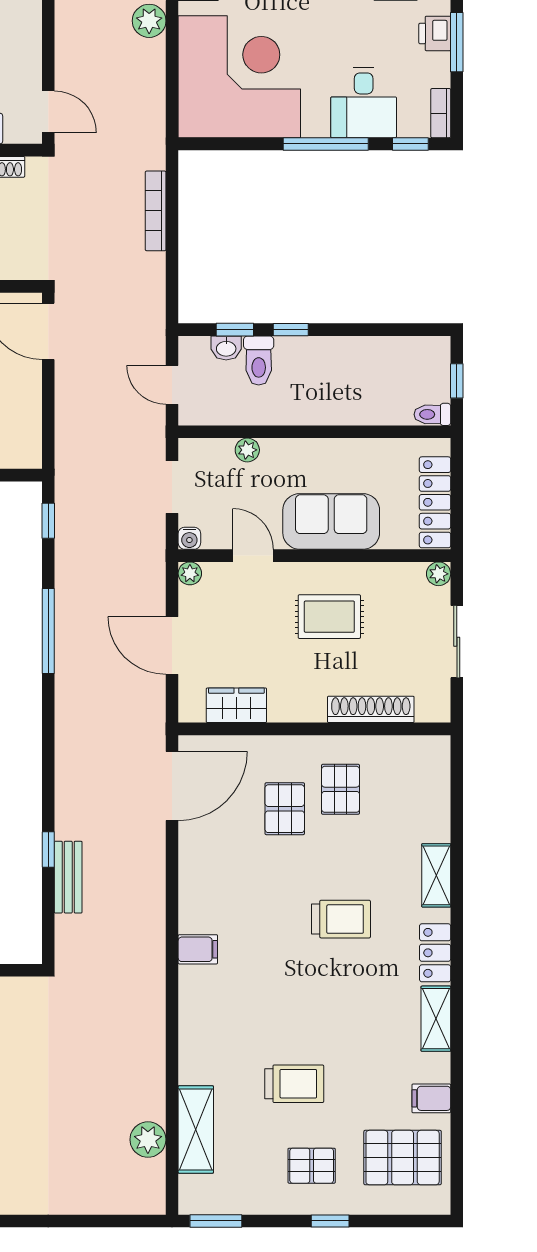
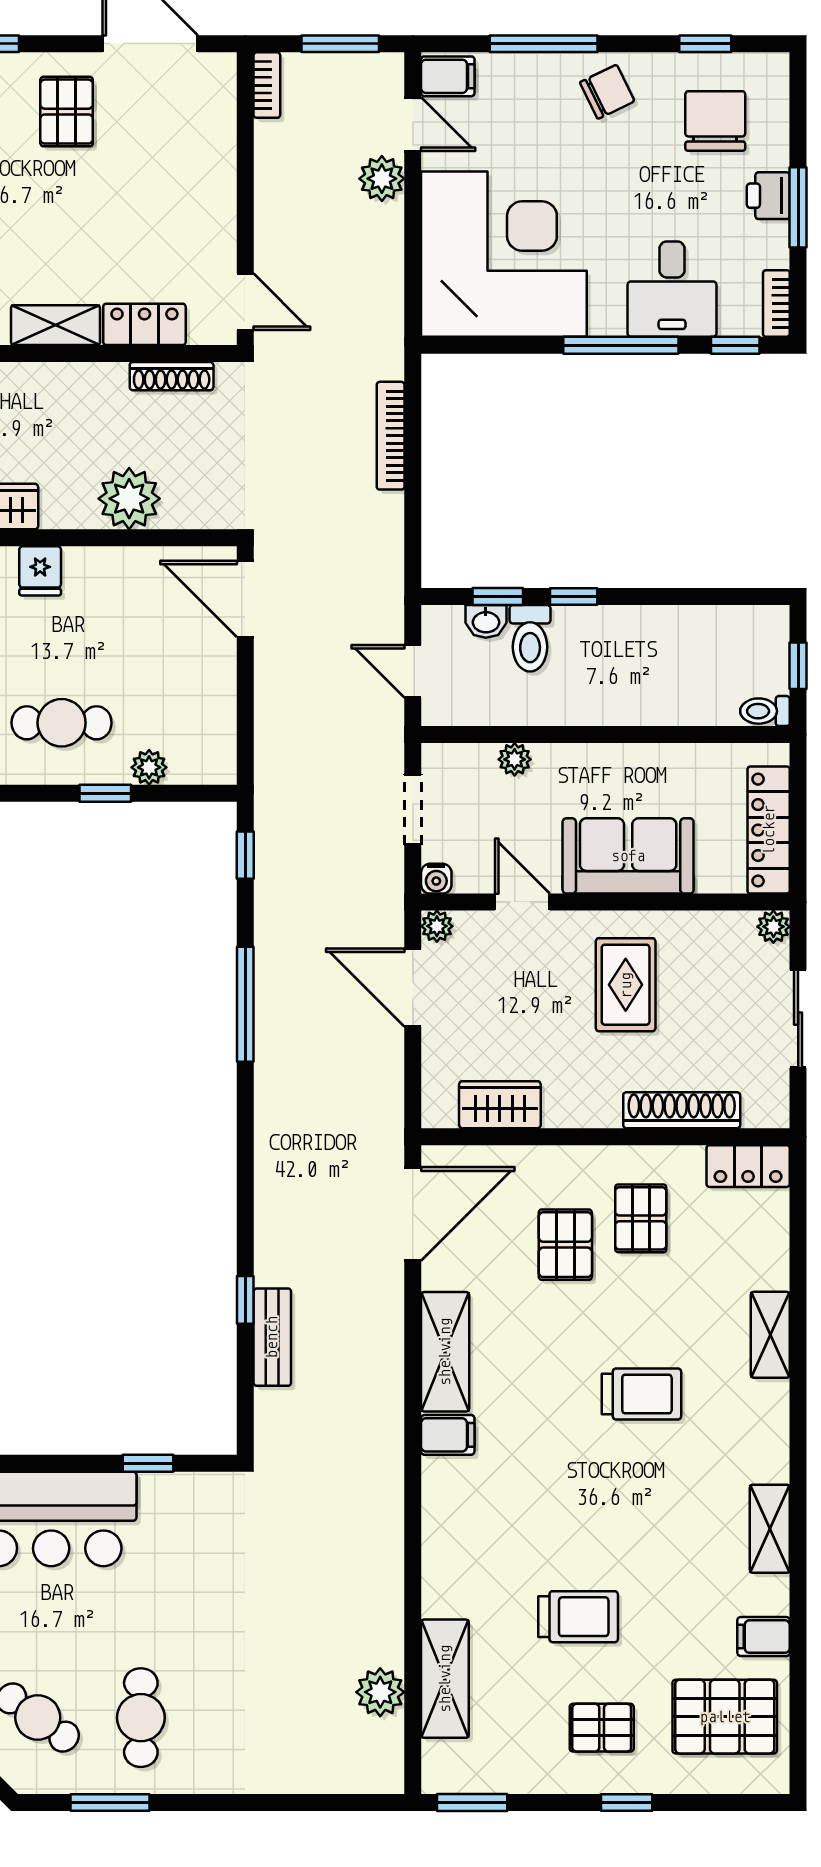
rug: (329, 617) -> (626, 985), turned 90
door: (172, 646) -> (413, 987), moved
shelving: (196, 888) -> (445, 1352), added
locker: (435, 953) -> (748, 1166), moved, turned -90

